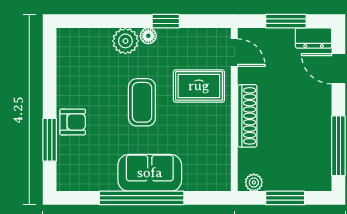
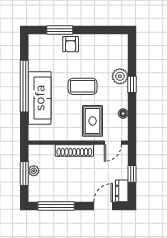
window: (166, 21) -> (132, 84), moved
window: (286, 21) -> (132, 174), width x0.67
floor lamp: (148, 36) -> (123, 113), moved
sofa: (150, 173) -> (40, 98), width x1.36
plant: (254, 182) -> (34, 171), moved

